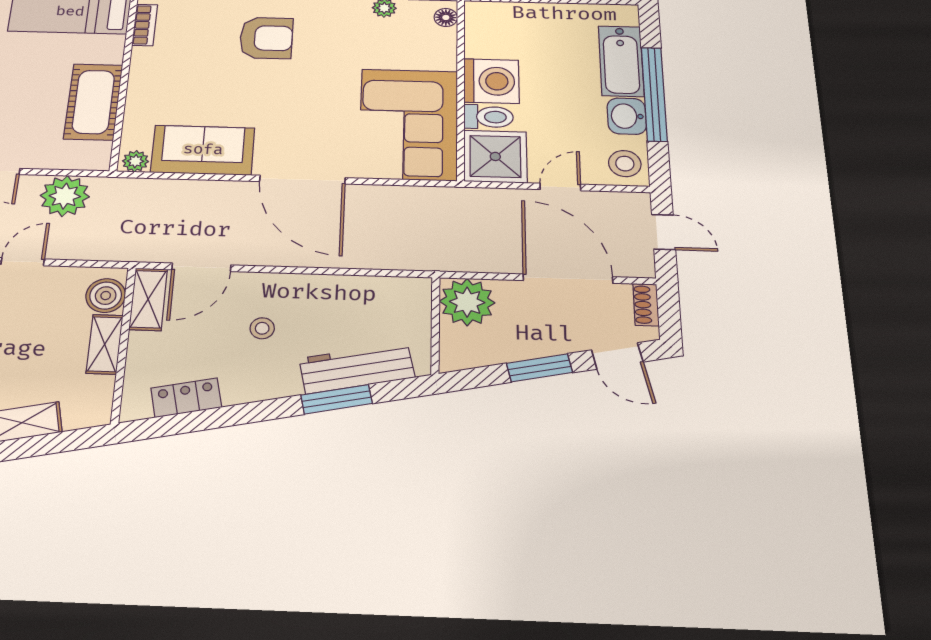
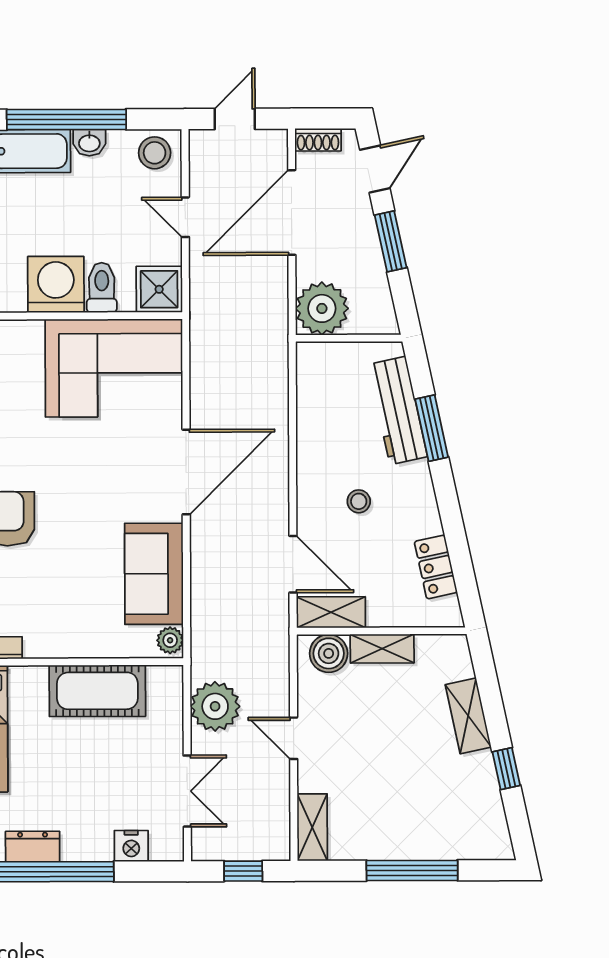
washbasin: (627, 116) -> (89, 143), width x0.72, depth x0.69
shower: (495, 156) -> (159, 289), width x0.73, depth x0.73

